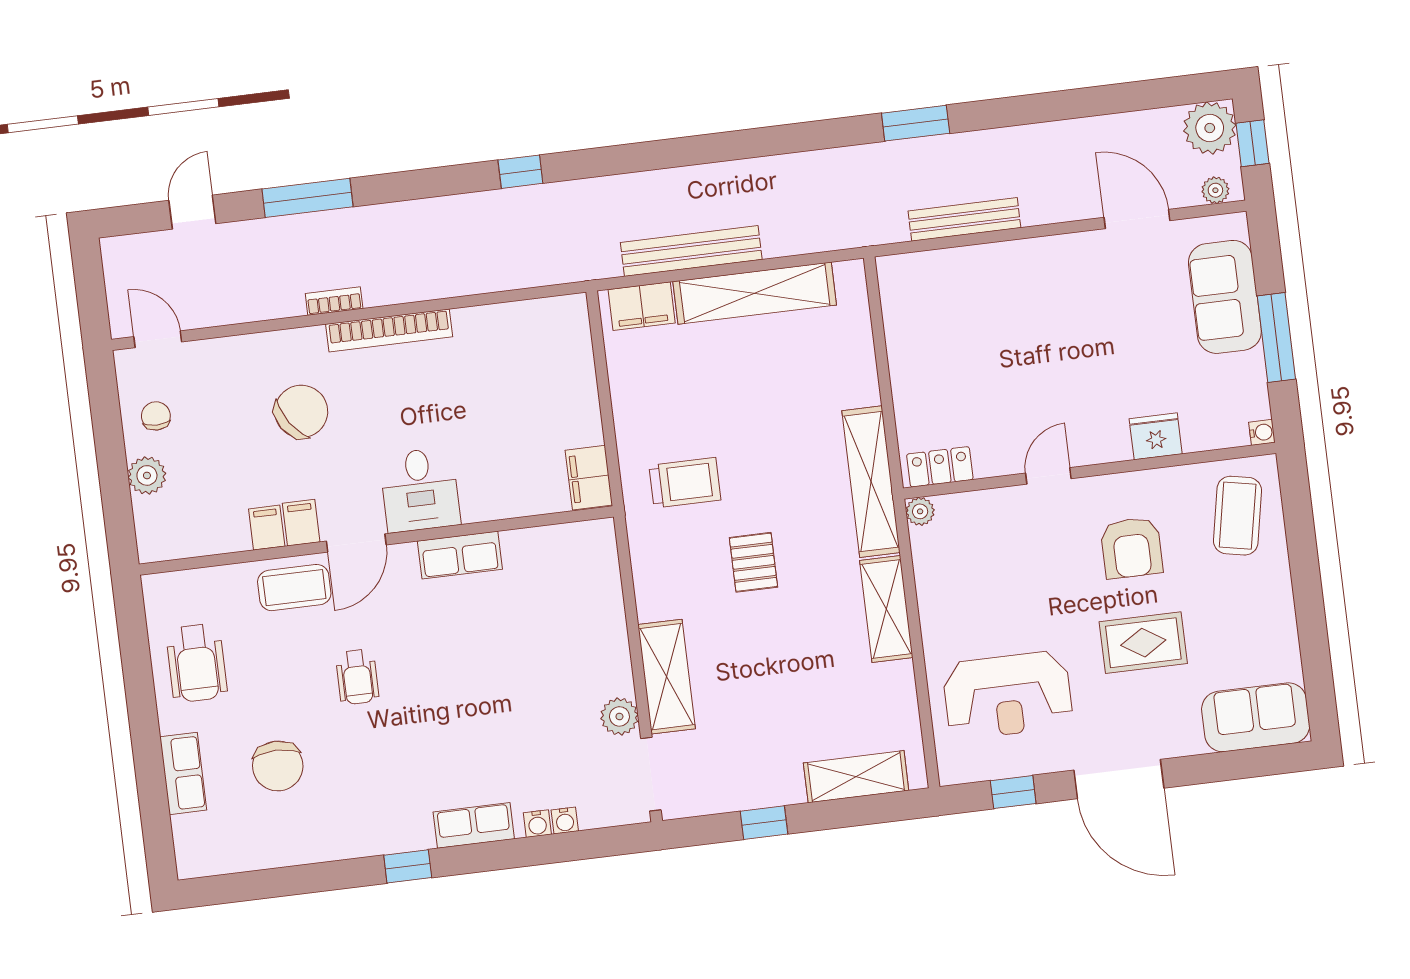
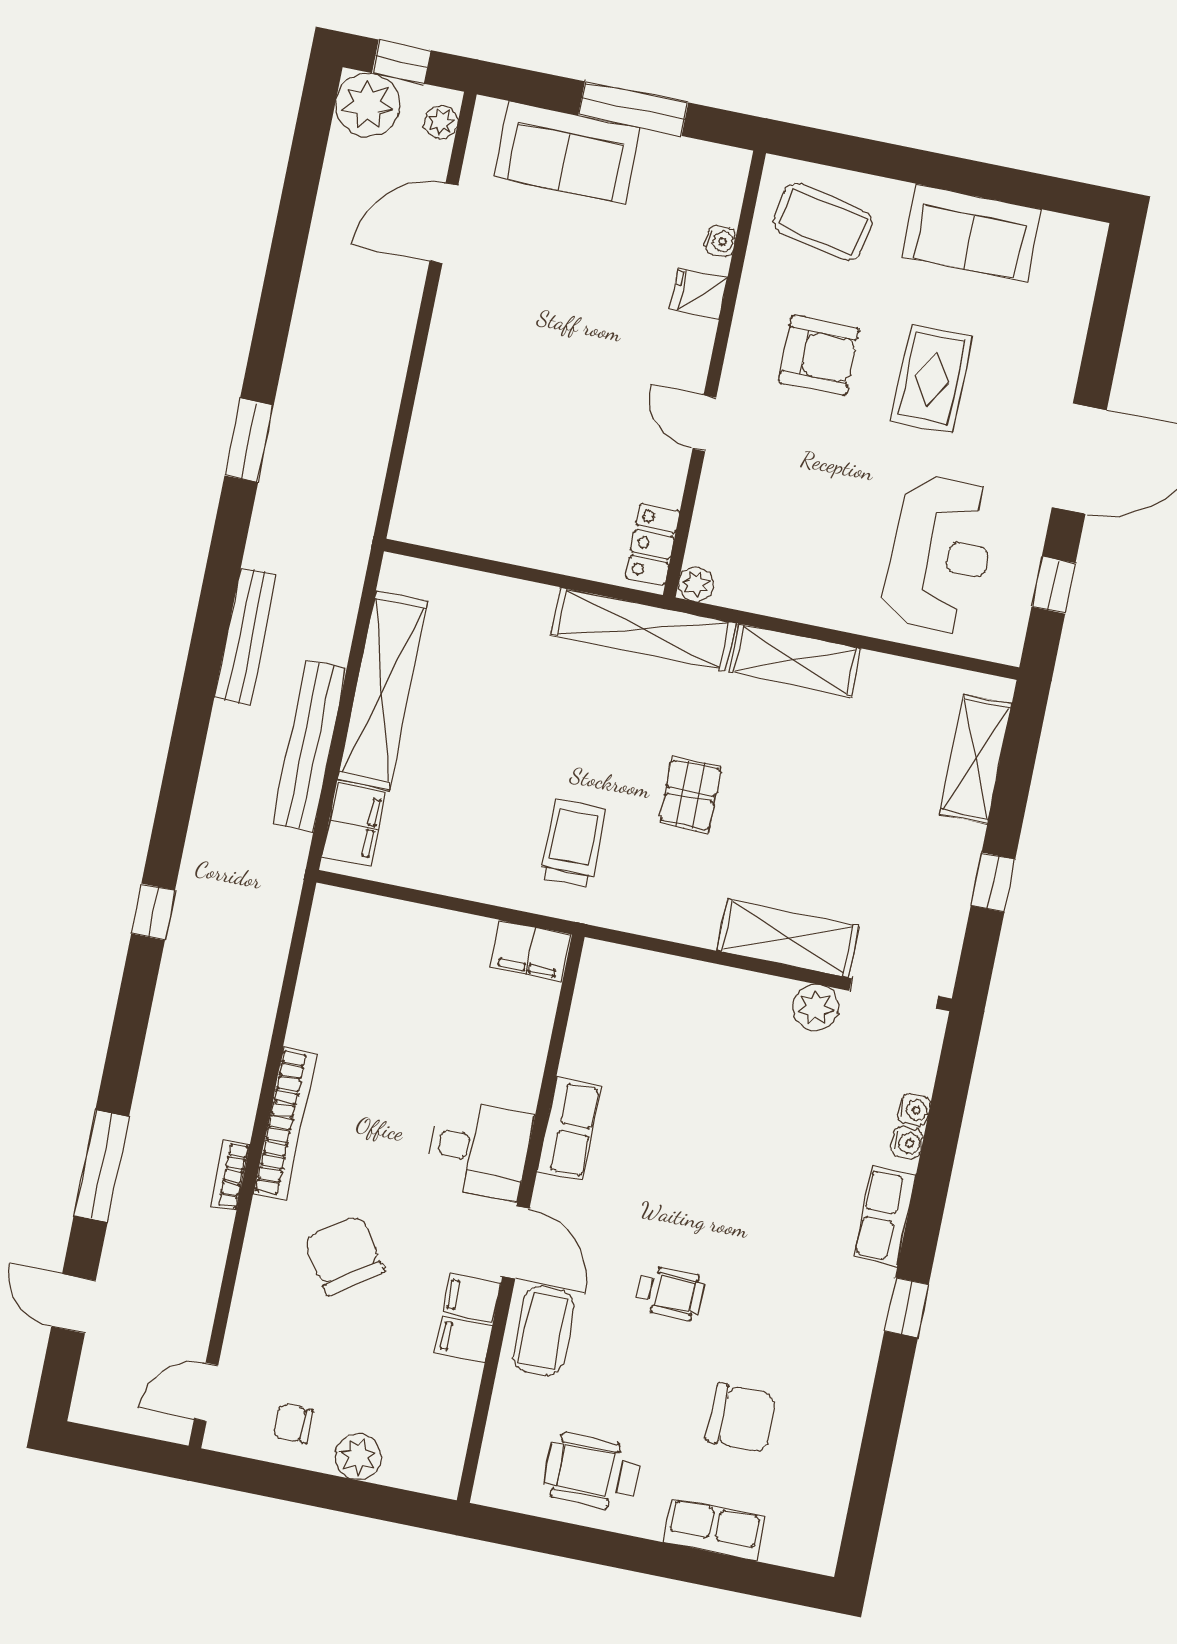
bench: (964, 219) -> (246, 637), moved
water cooler: (1262, 432) -> (720, 241), moved, turned 90
fridge: (1156, 436) -> (699, 293), width x0.72
pallet: (753, 562) -> (690, 795), turned 90
wheelchair: (197, 663) -> (592, 1472), turned 180
sofa: (1256, 717) -> (971, 233), moved, turned -90

